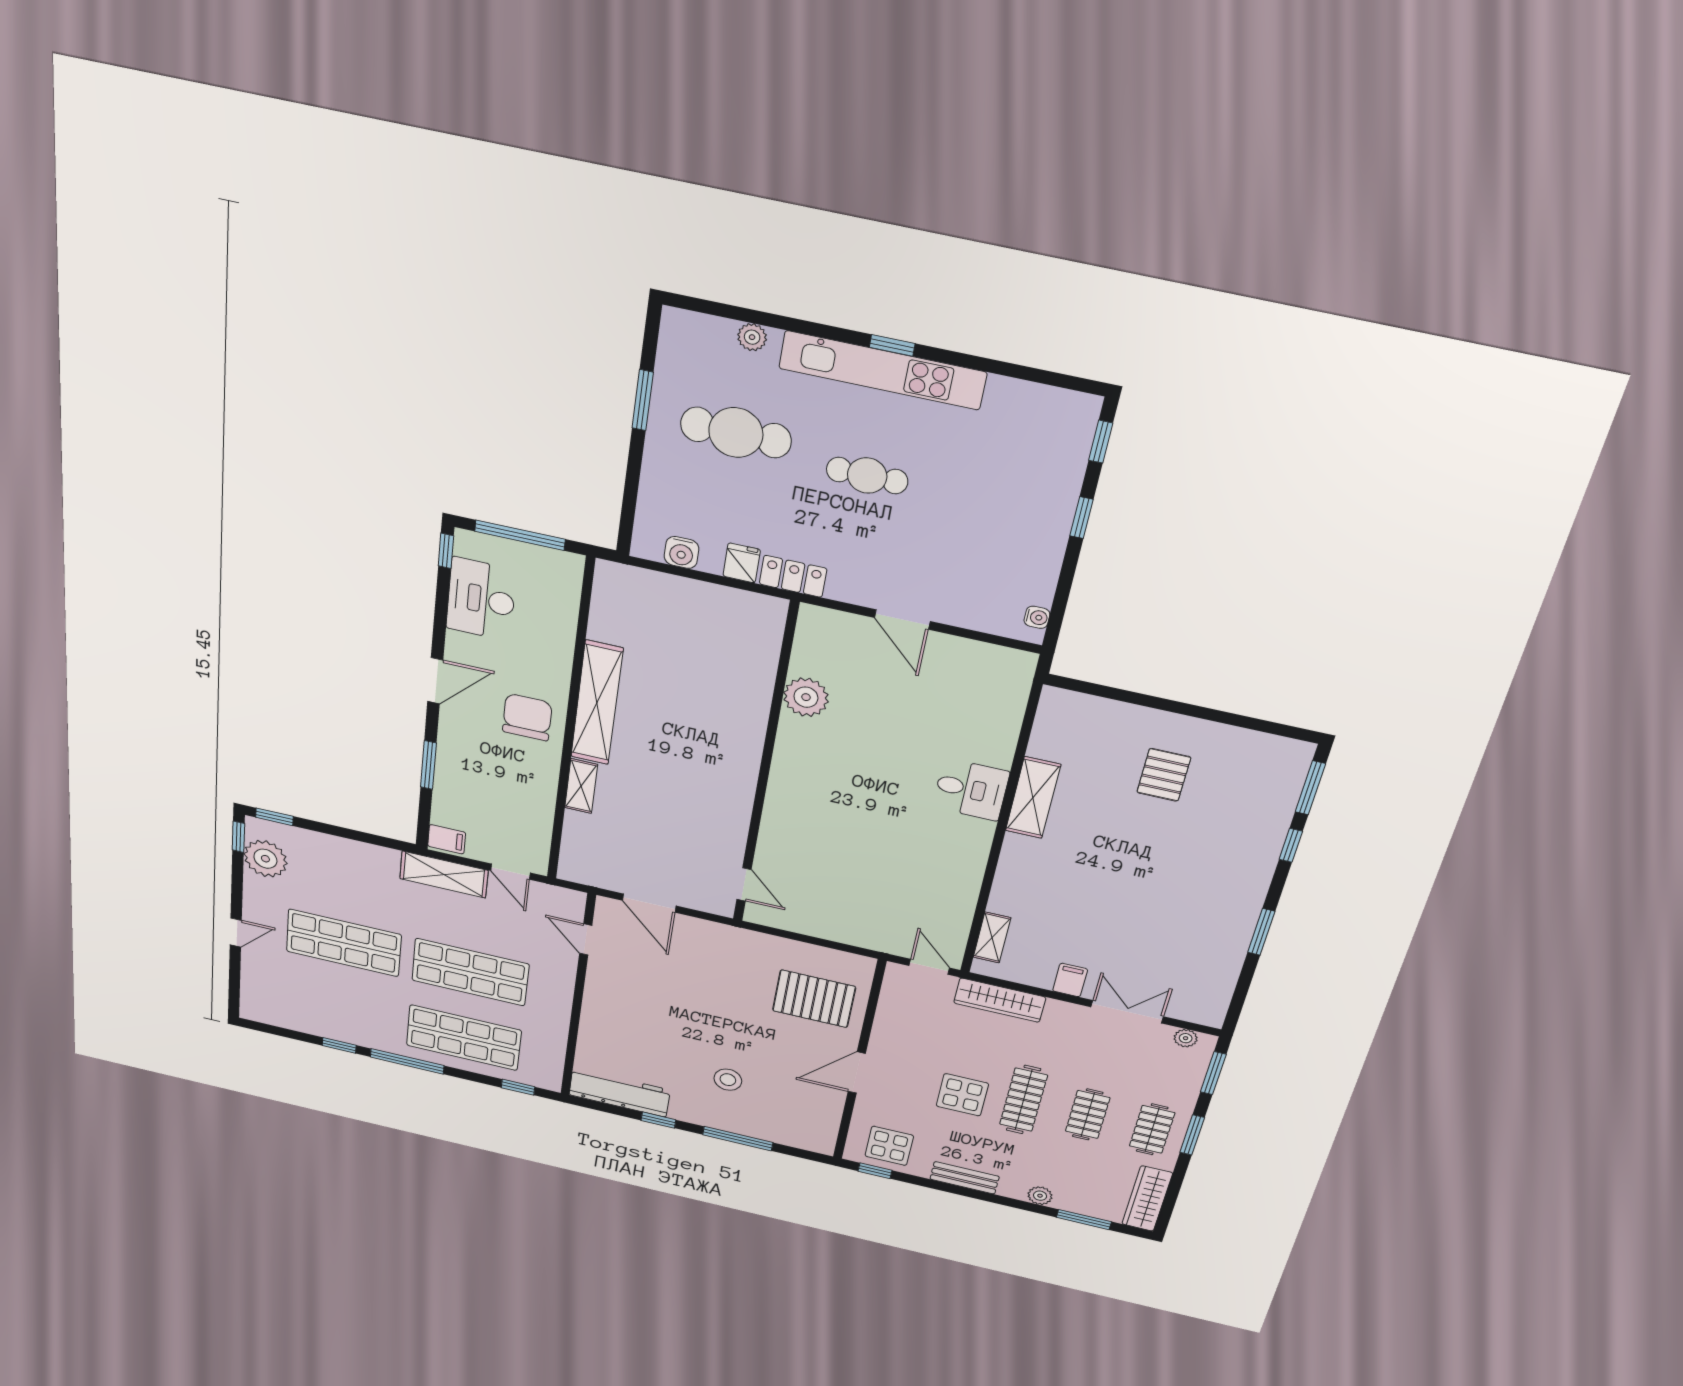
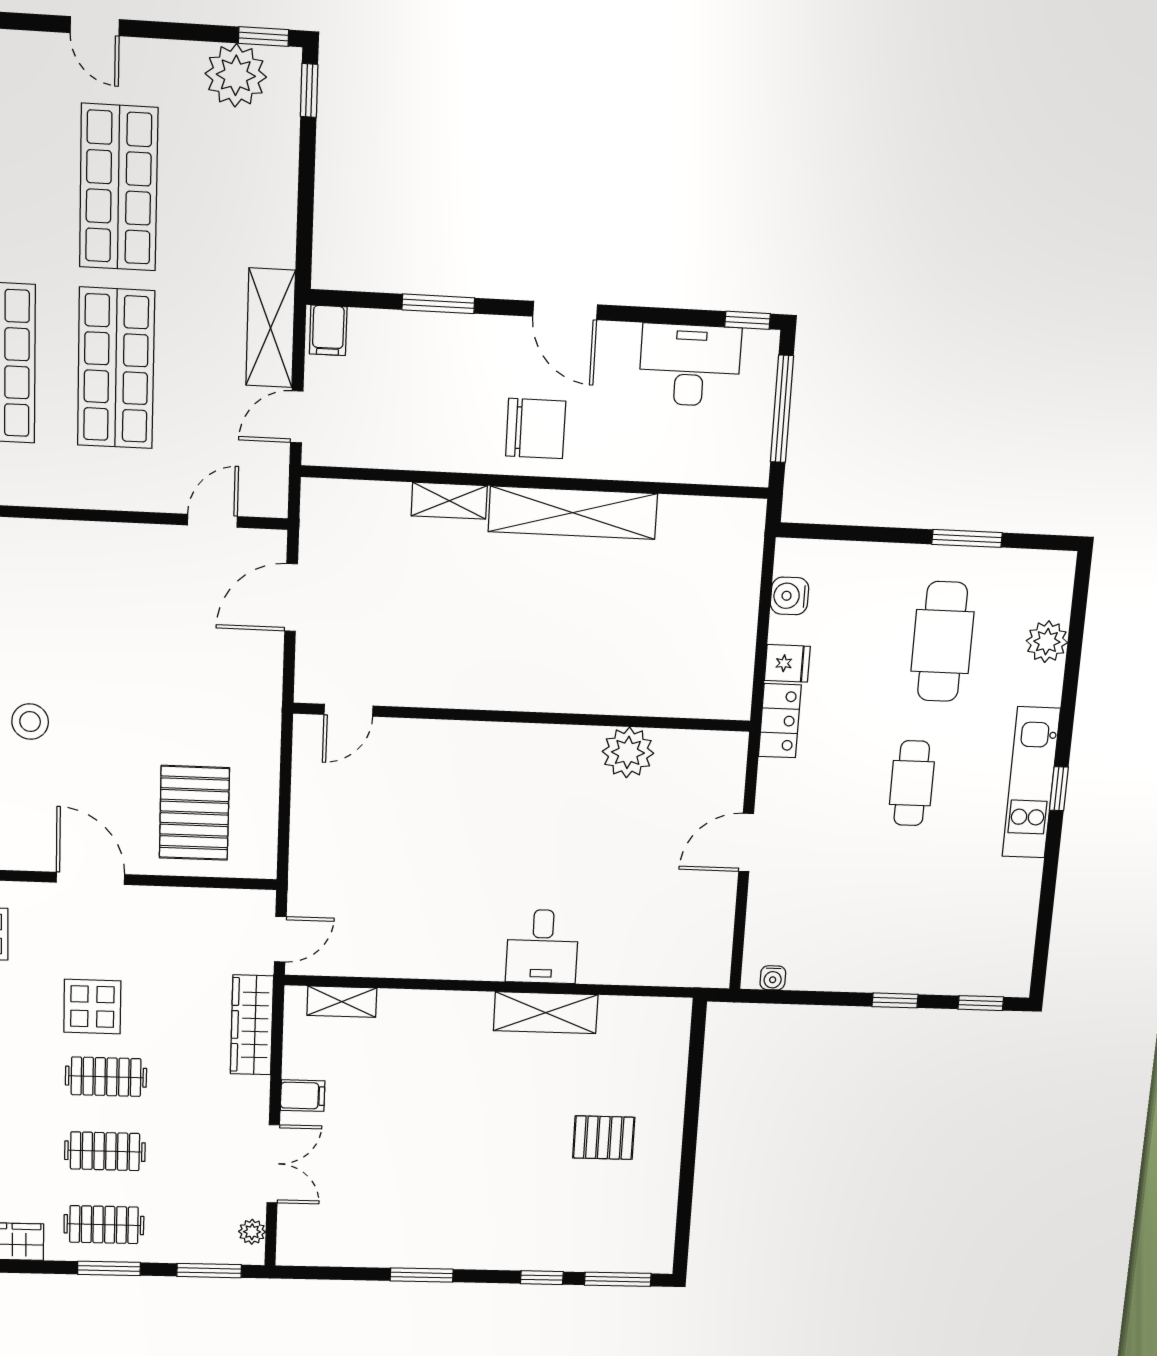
plant: (752, 337) -> (1047, 642), width x1.38, depth x1.38
kitchen unit: (882, 370) -> (1031, 783), width x0.73
clothes rail: (1023, 1100) -> (106, 1077), width x0.73

